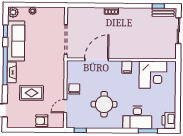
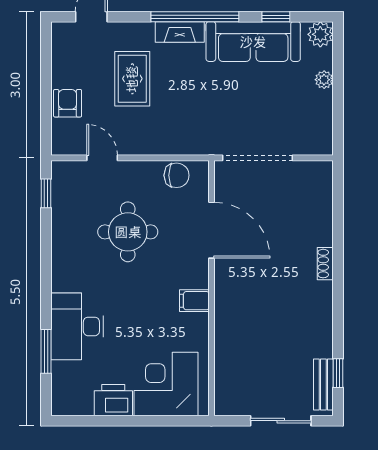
corner desk: (153, 75) -> (166, 384), moved, turned 90
chair: (74, 89) -> (177, 175), moved
round table: (104, 104) -> (128, 232), moved
printer: (169, 120) -> (113, 400), moved

